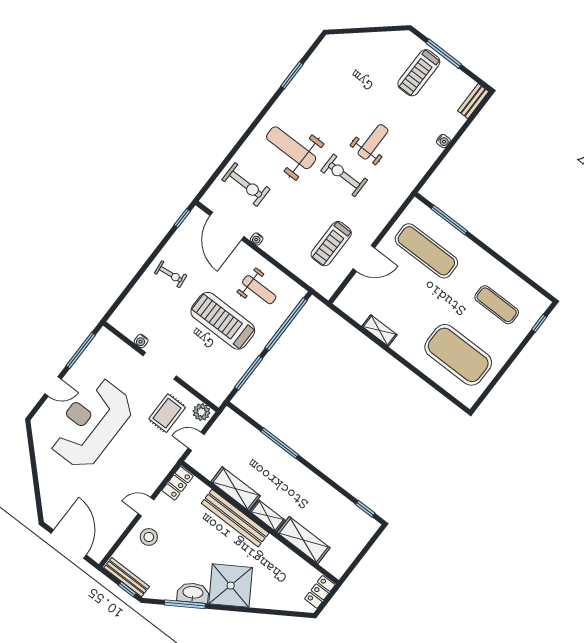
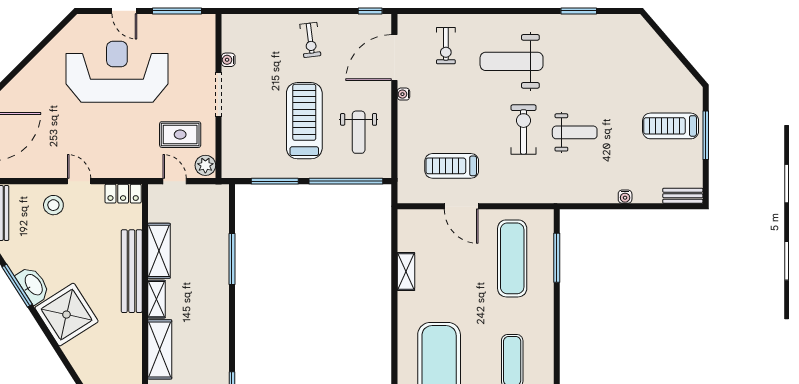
weight bench: (291, 148) -> (512, 61), turned -90
exercise bike: (246, 184) -> (446, 46), width x0.73, depth x0.72

